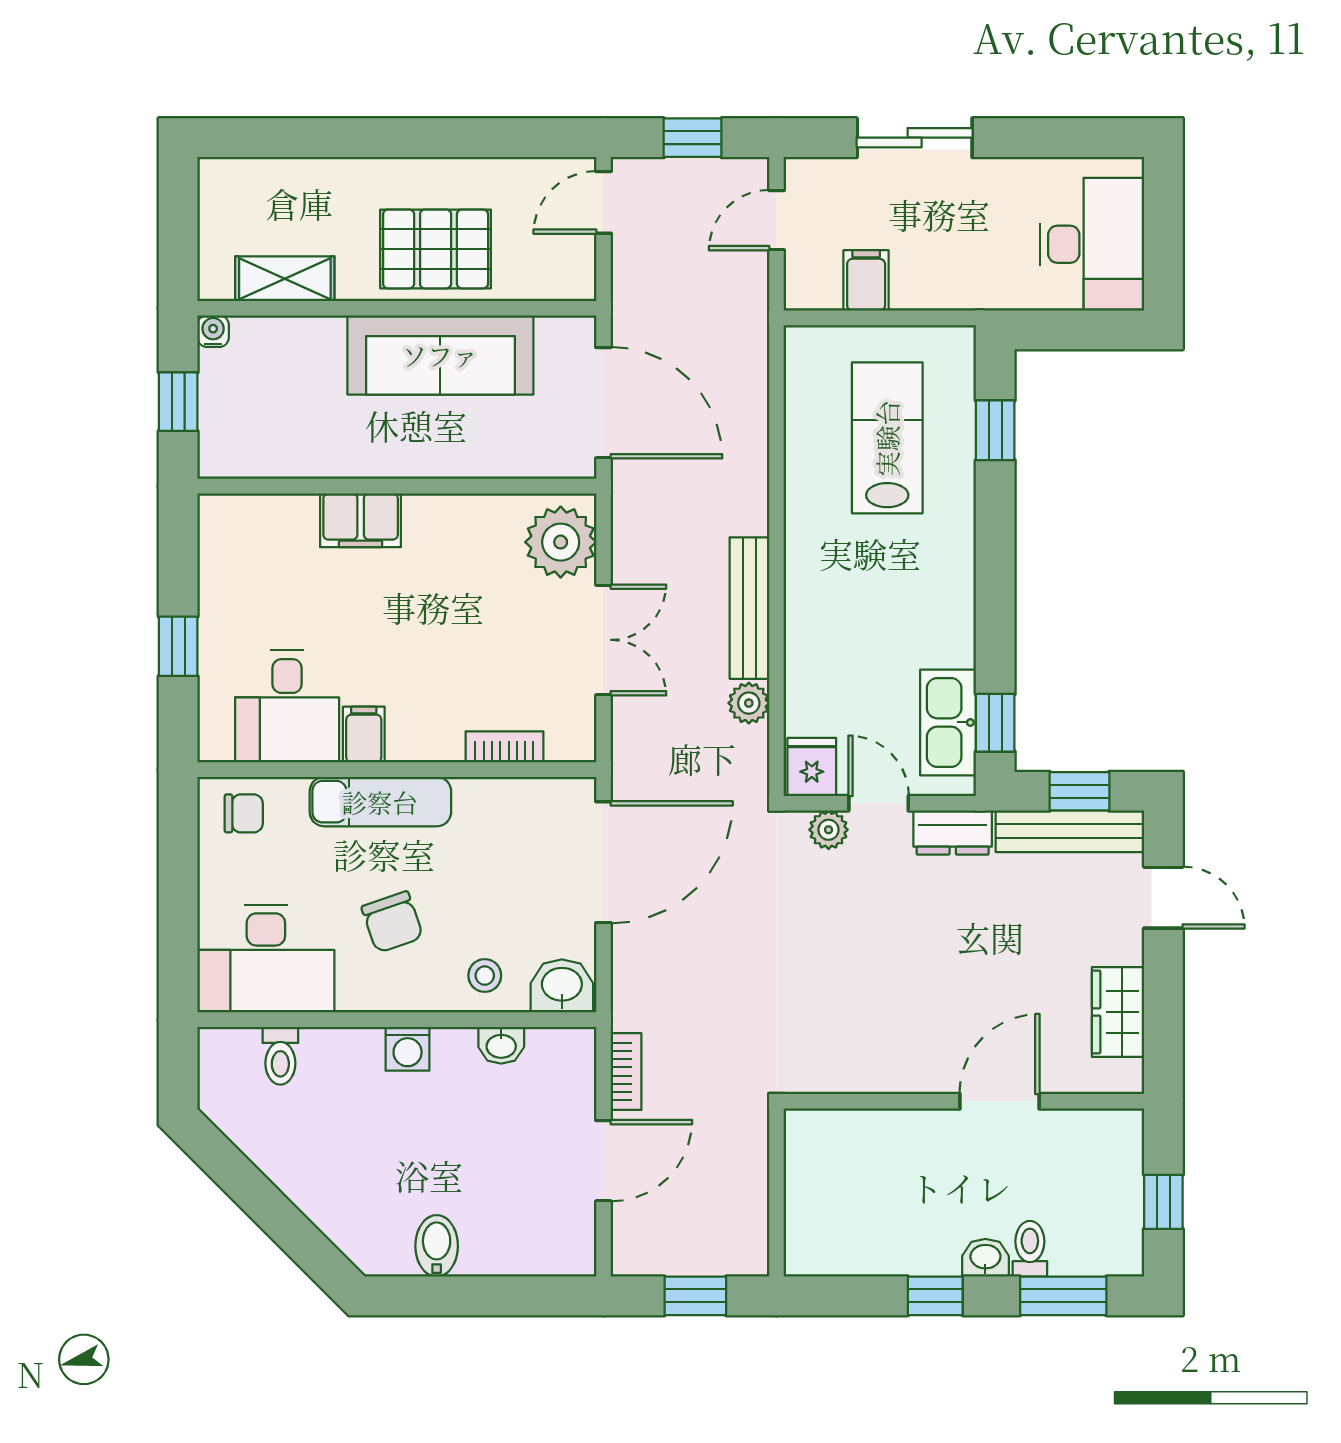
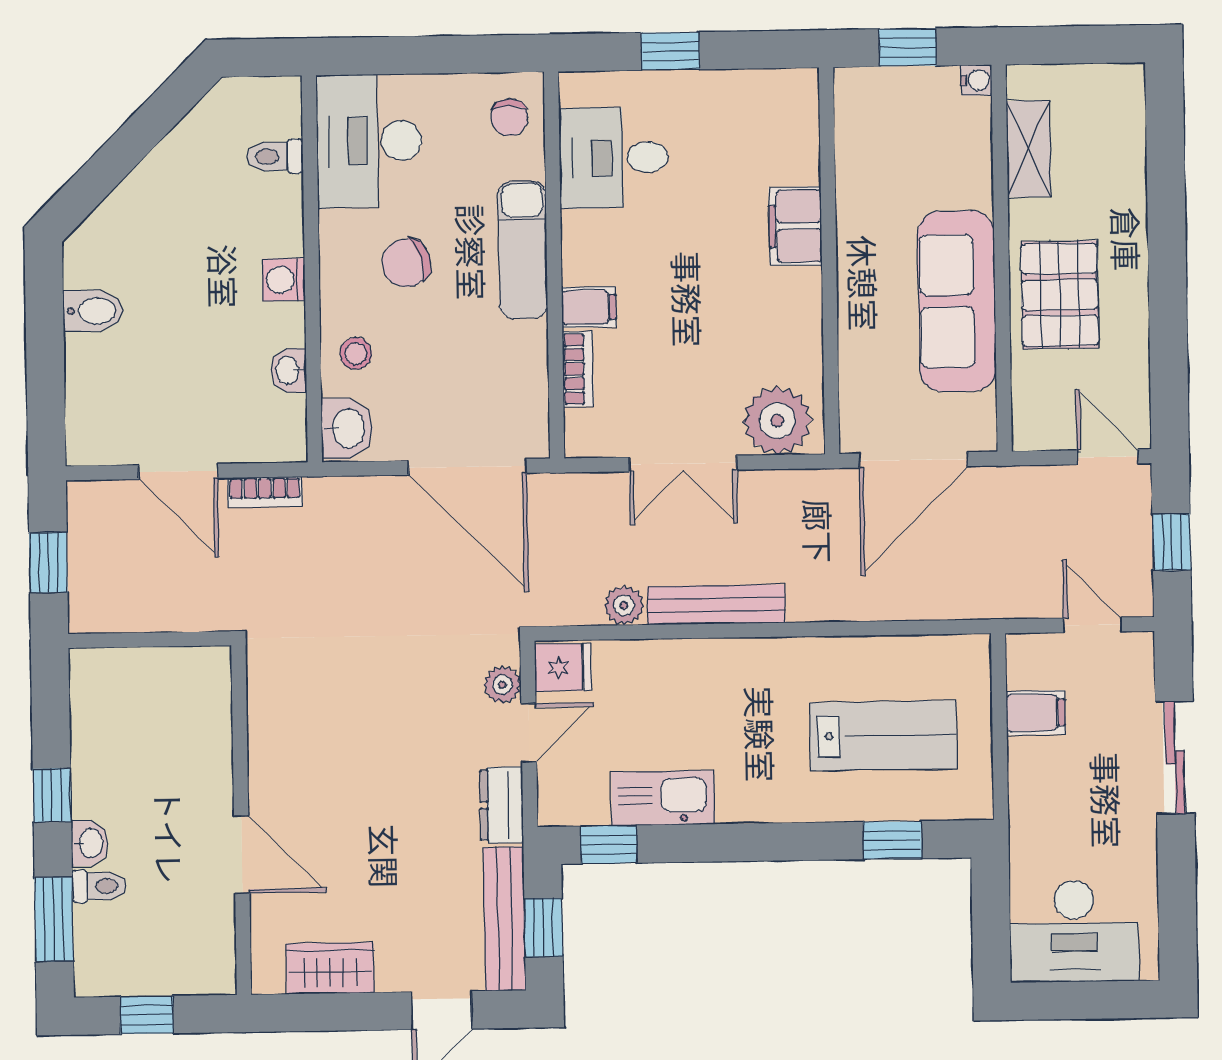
kitchen sink: (948, 722) -> (663, 798), moved
filing cabinet: (364, 735) -> (589, 307), moved

